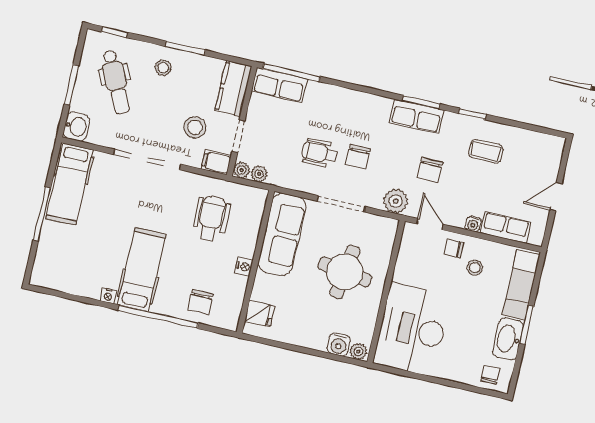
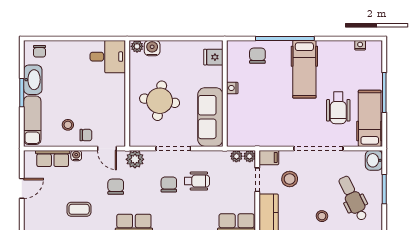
wheelchair: (211, 219) -> (338, 108), moved
nightstand: (108, 296) -> (360, 45), moved
desk: (412, 329) -> (108, 57), width x0.53, depth x0.77

